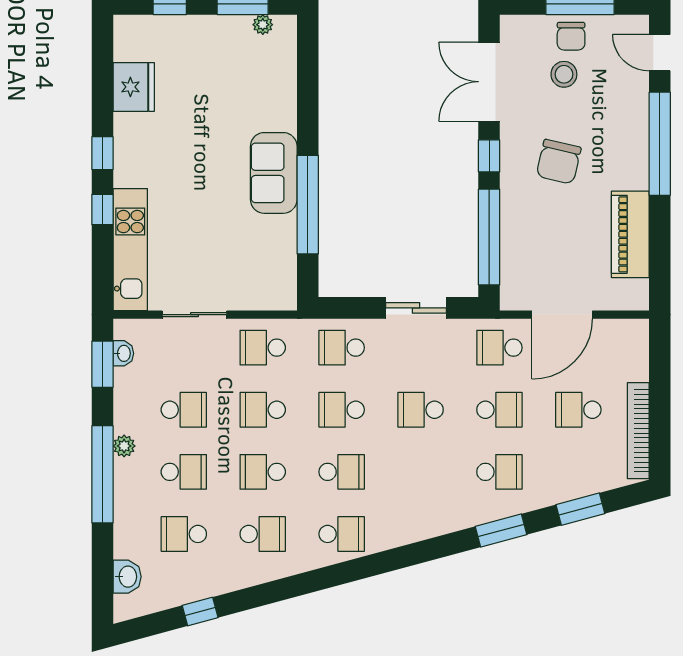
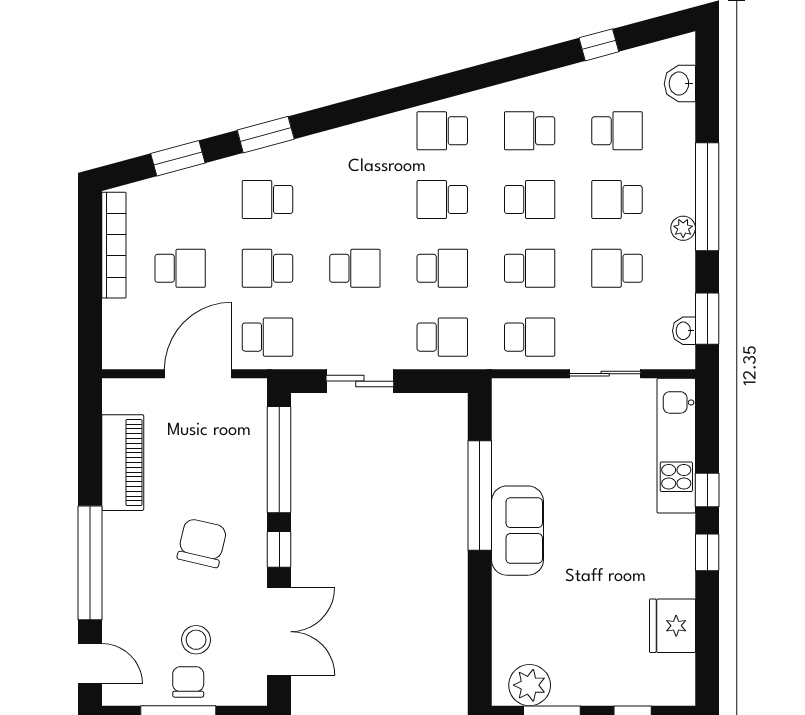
plant: (263, 25) -> (530, 685), width x1.88, depth x1.88

